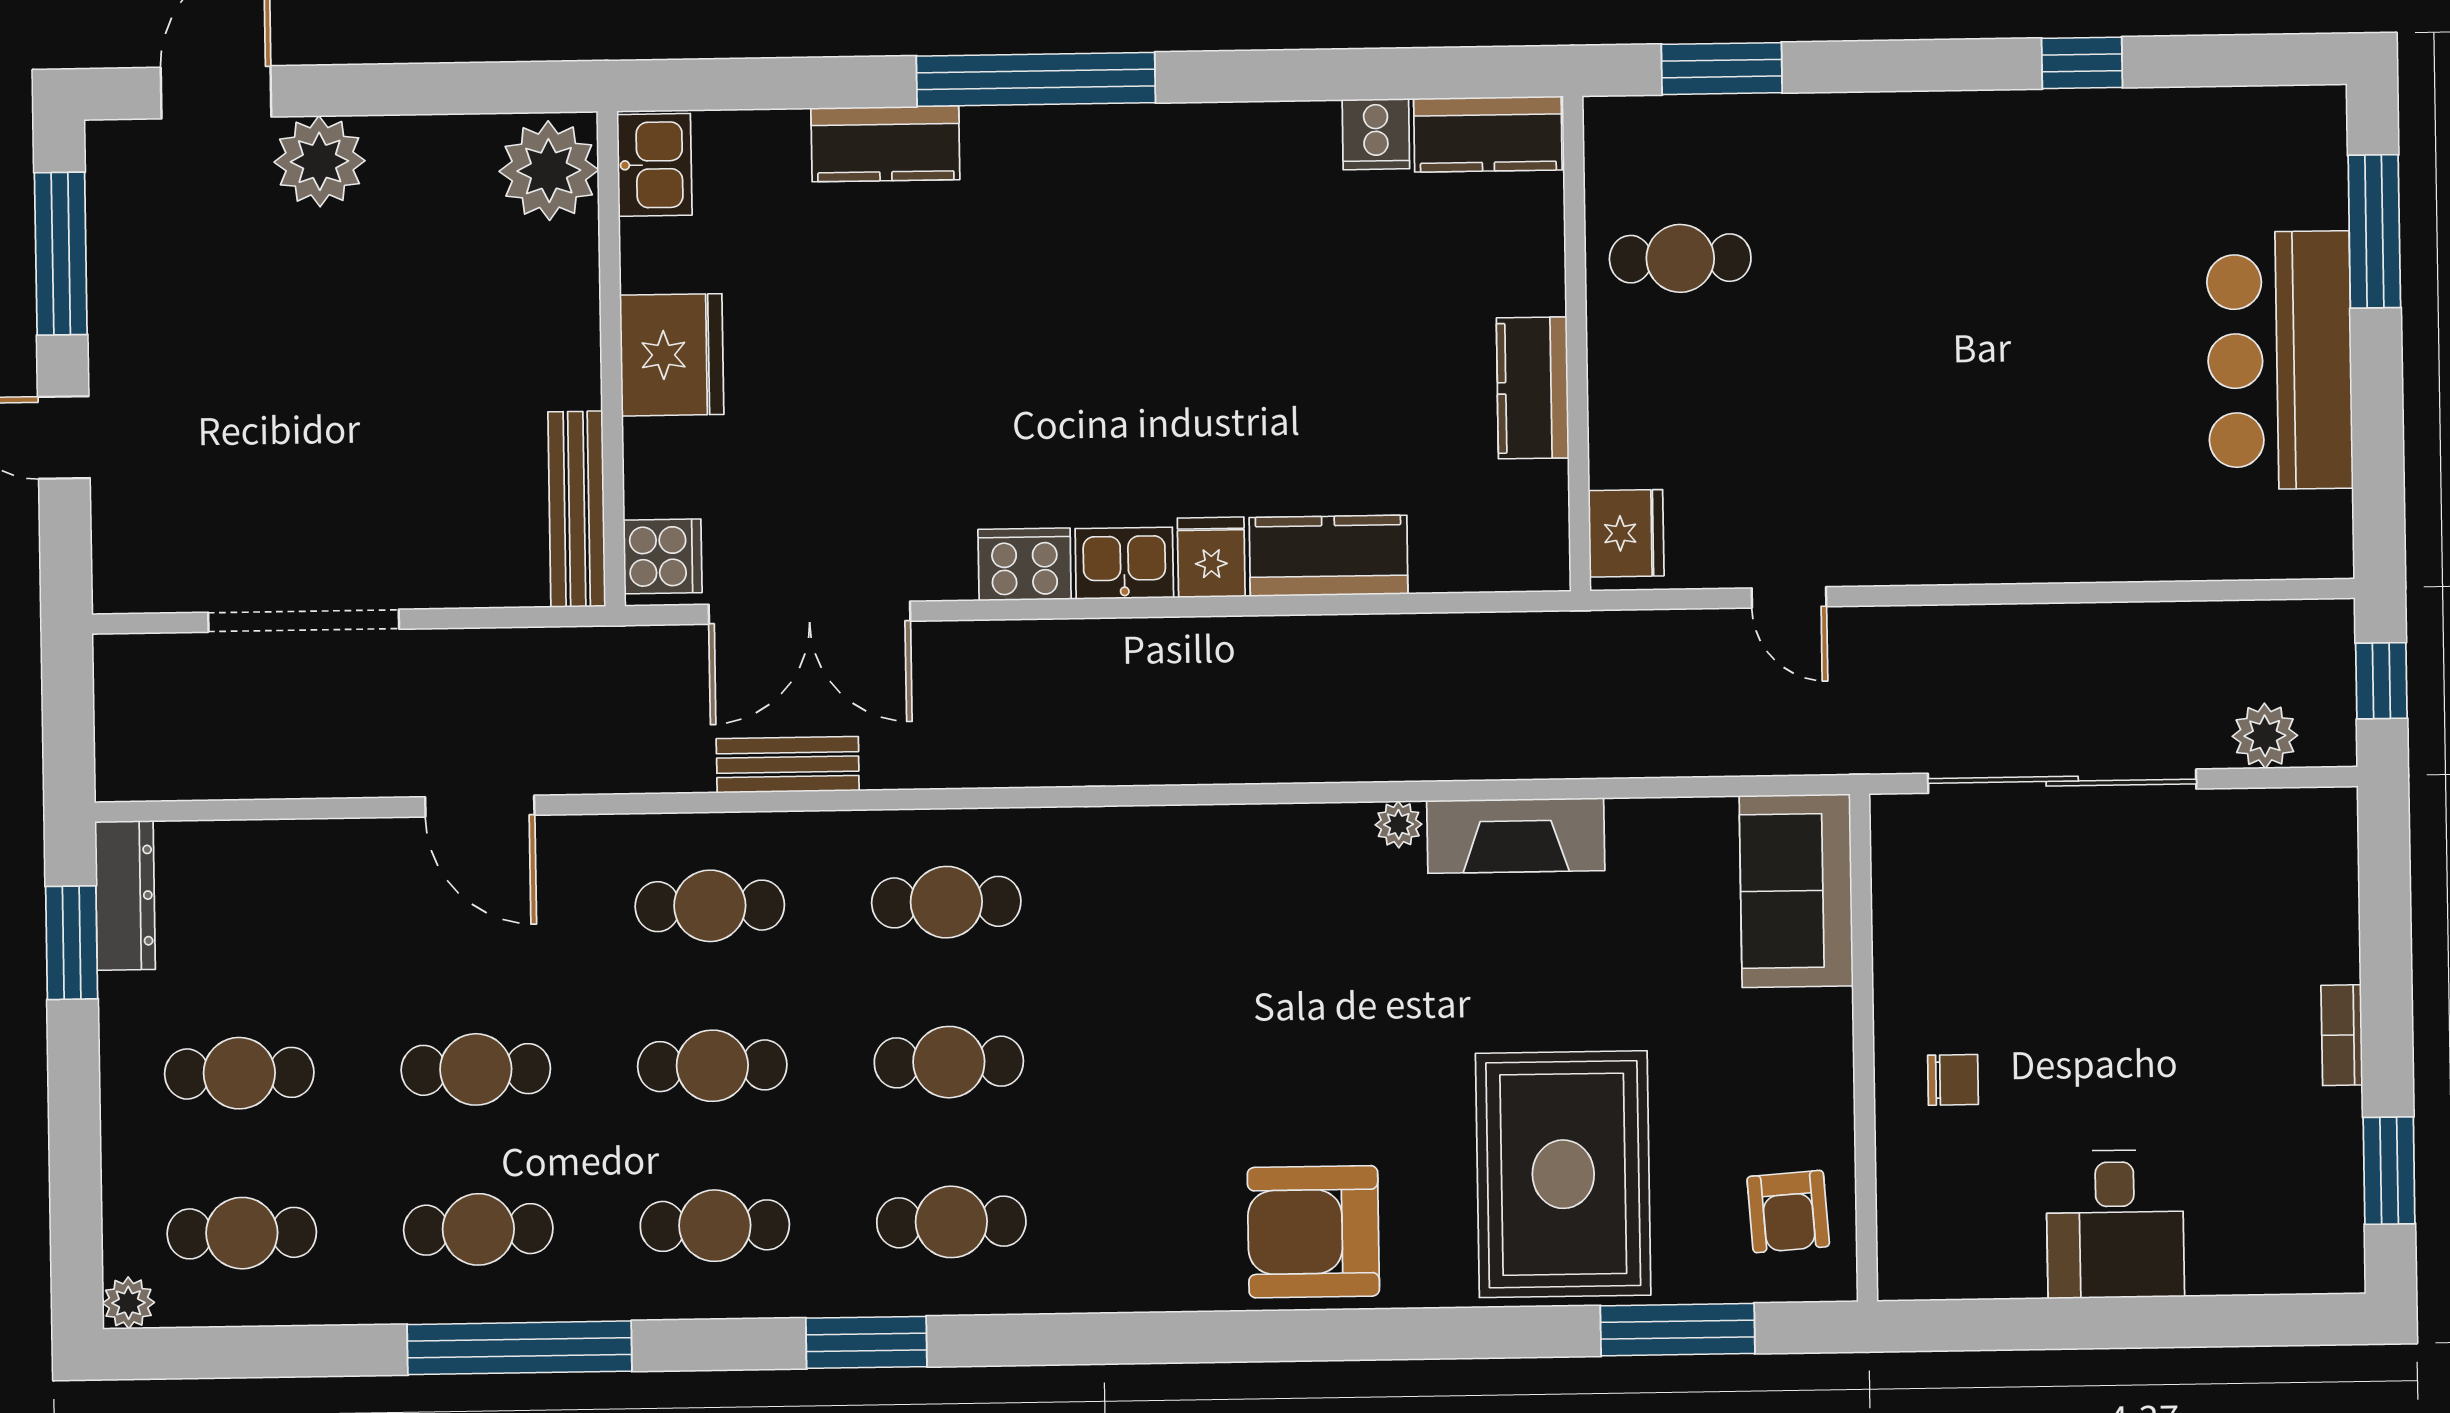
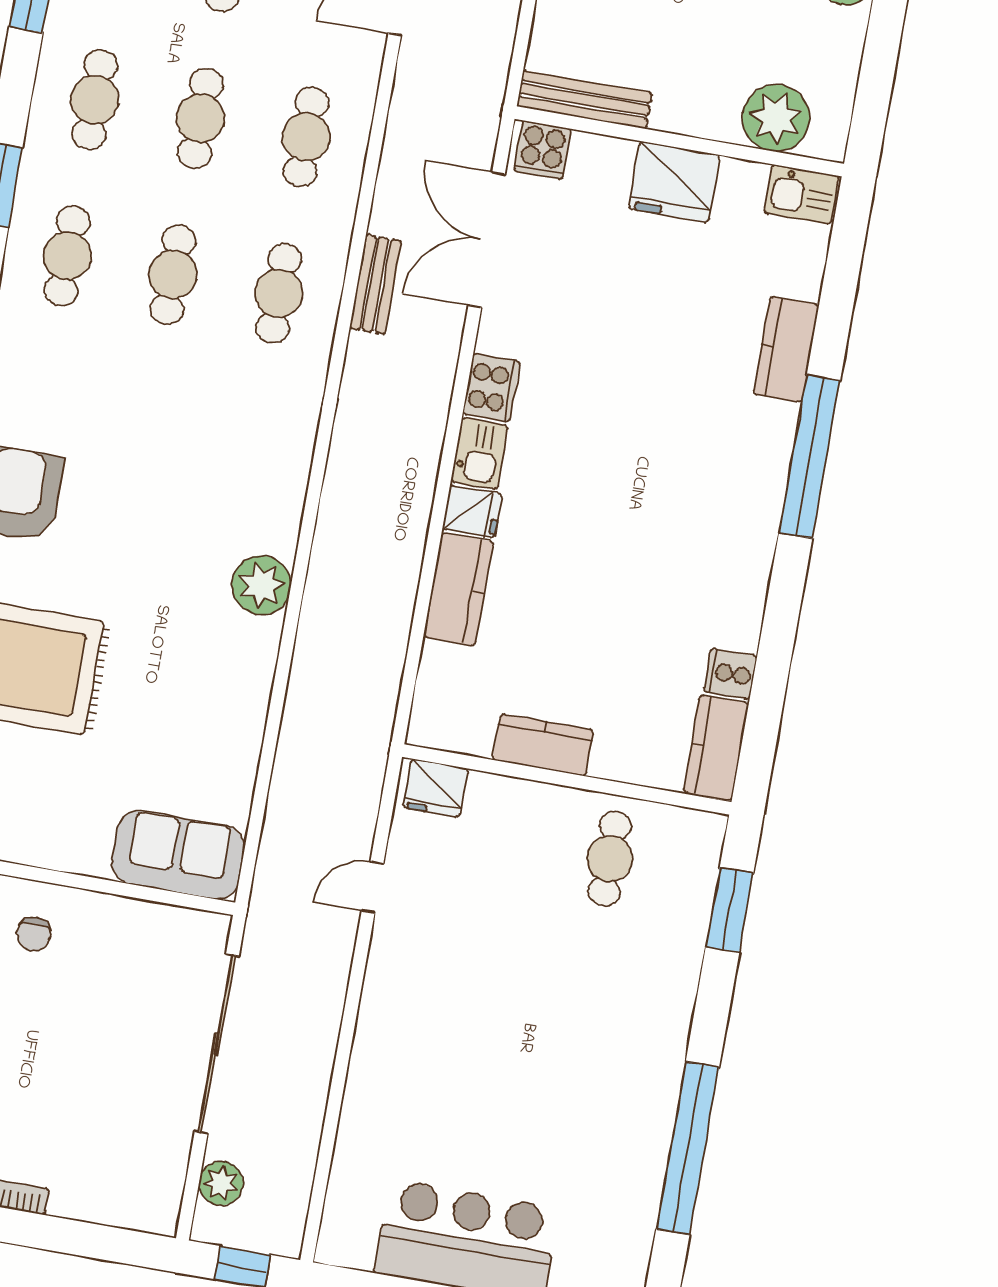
window: (2082, 63) -> (688, 1148), width x3.17
plant: (549, 171) -> (776, 118), moved
bench: (788, 765) -> (376, 284), moved
plant: (1399, 824) -> (261, 585), width x1.87, depth x1.87
fireplace: (1516, 836) -> (250, 677), removed

